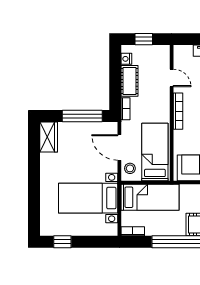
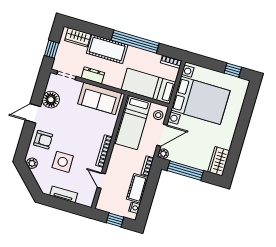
plant: (112, 127) -> (163, 154), added
door: (119, 147) -> (162, 135), hinge flipped
bed with nightstands: (88, 198) -> (201, 100), width x1.36

